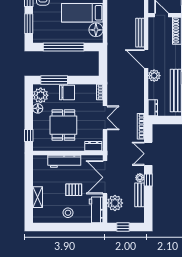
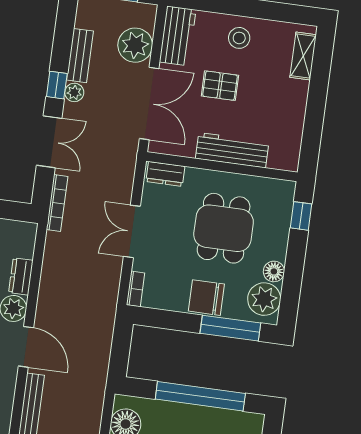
dresser: (153, 108) -> (21, 276), moved
shelving: (38, 197) -> (303, 56), moved

